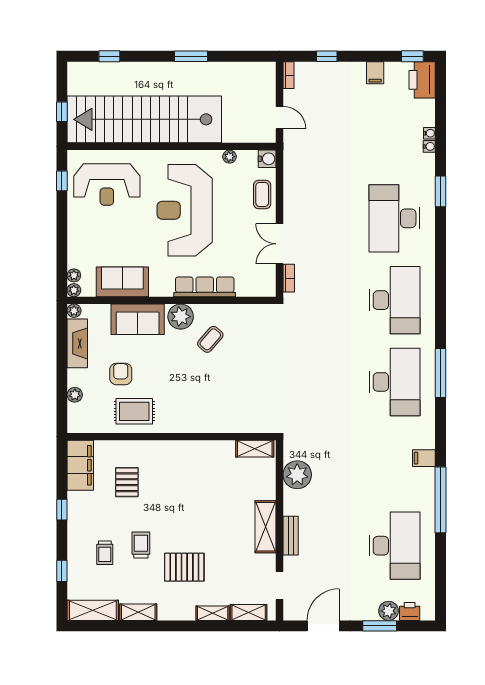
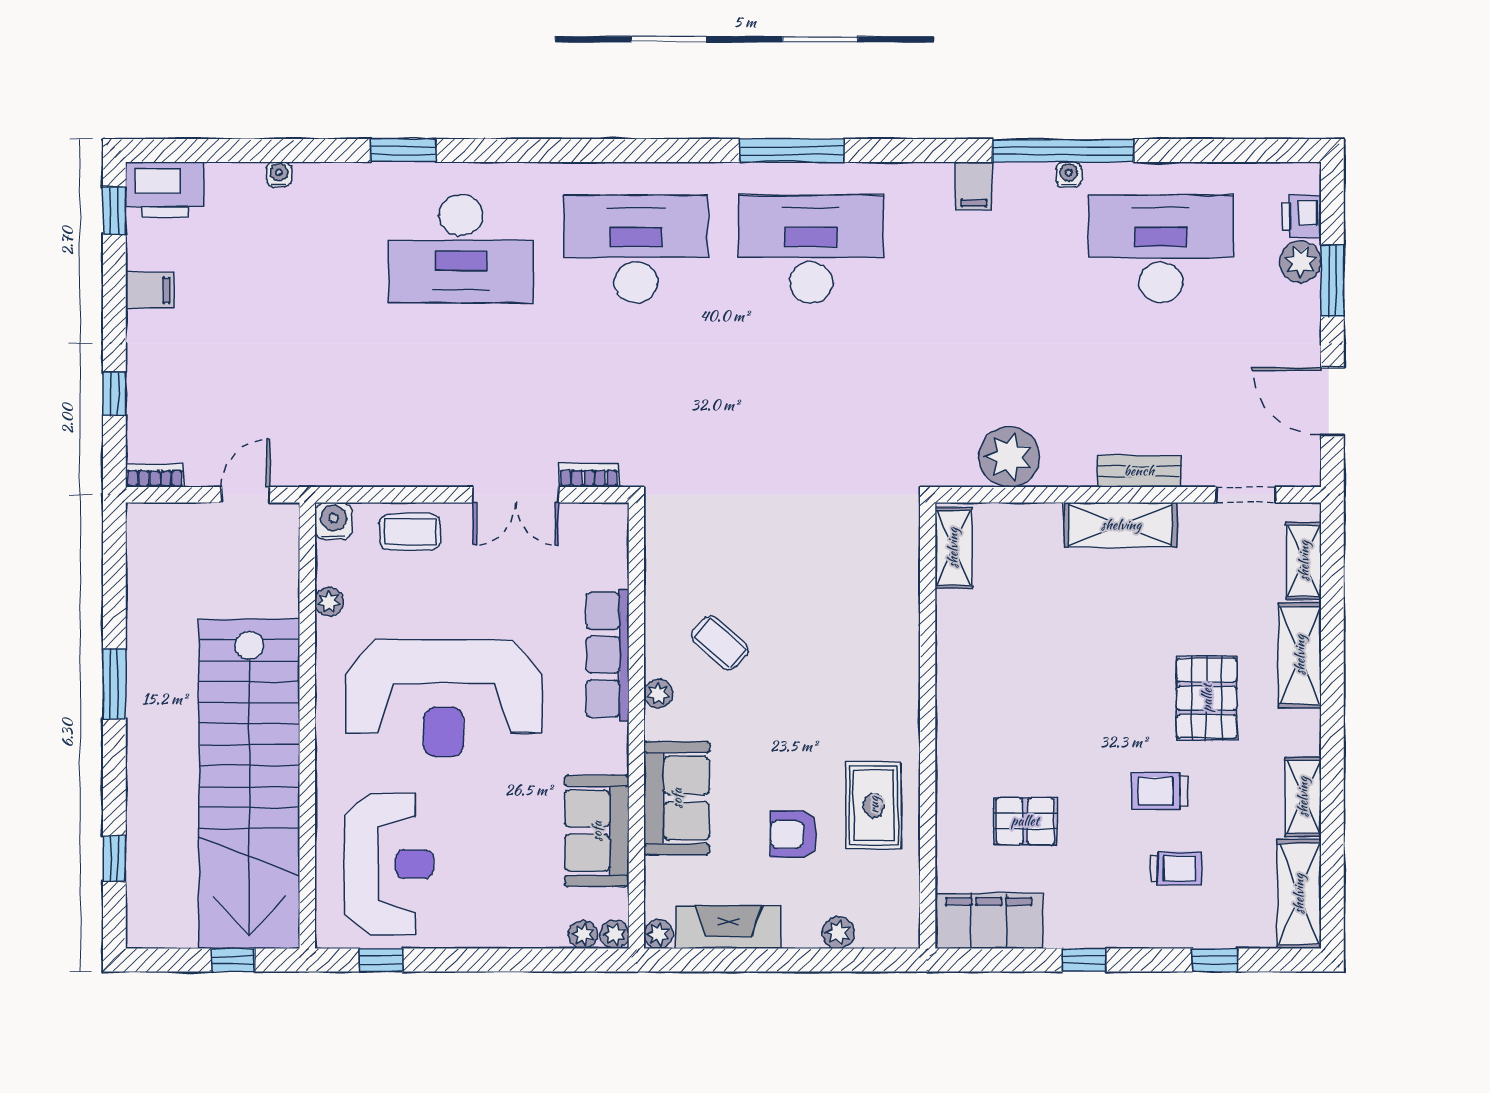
water cooler: (429, 146) -> (1069, 175), moved
plant: (181, 317) -> (658, 694), width x0.53, depth x0.53
shelving: (213, 613) -> (1300, 655), width x1.50, depth x1.33

